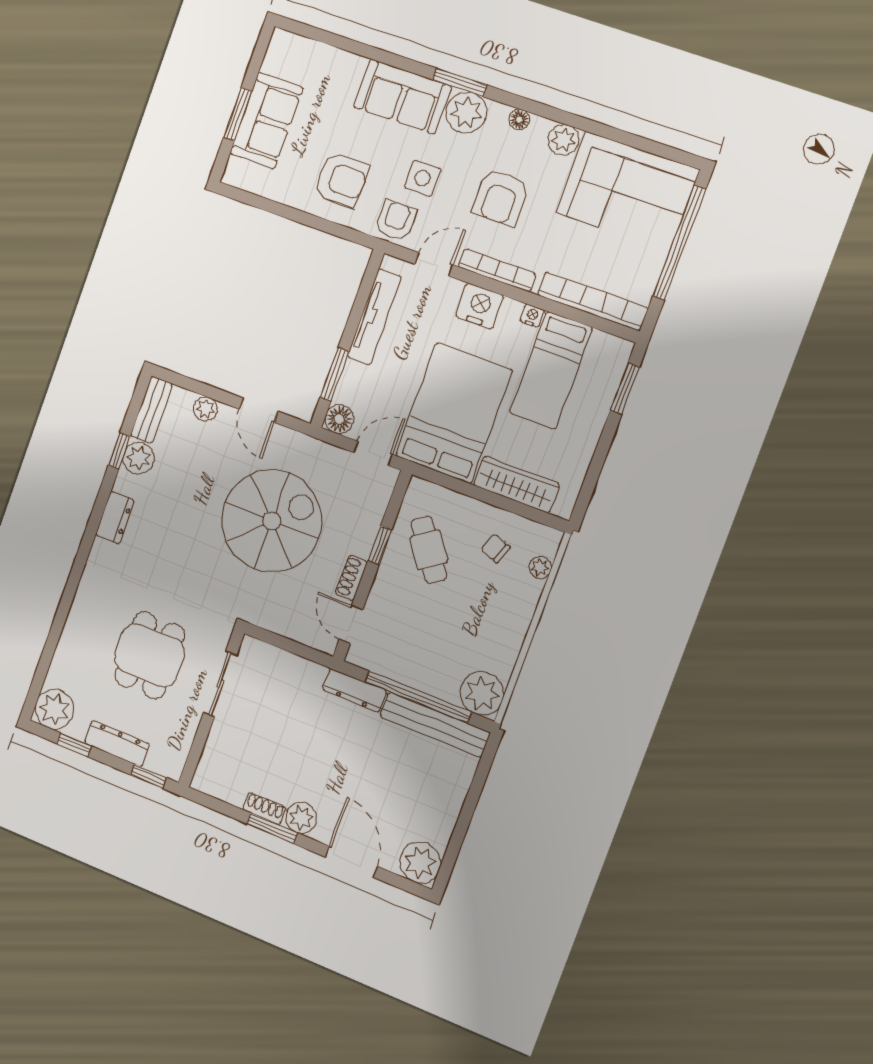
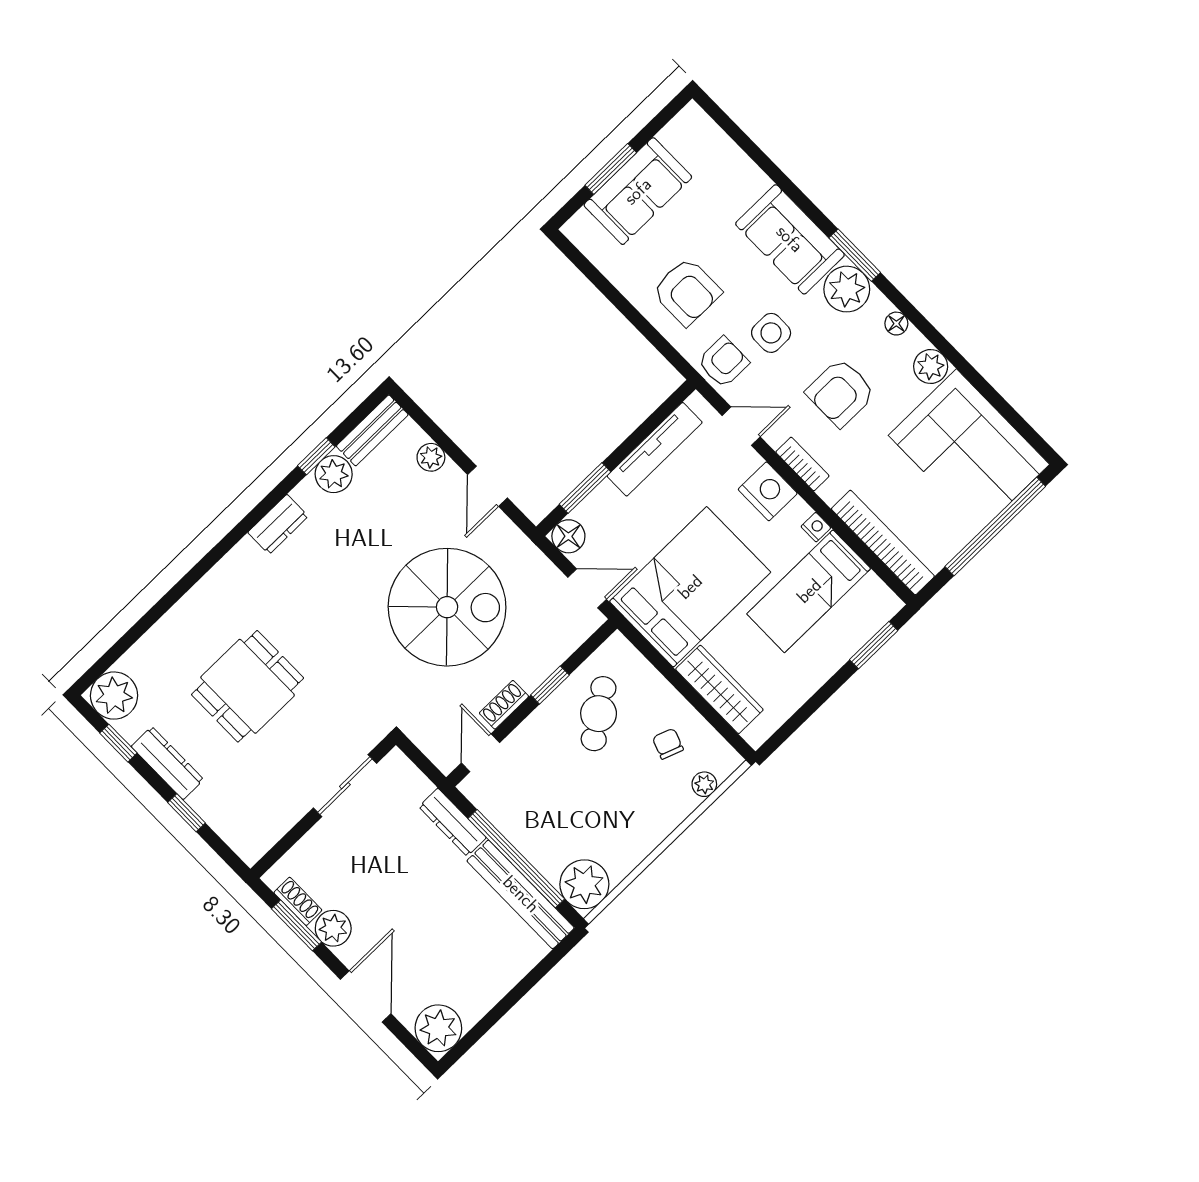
bookcase: (497, 270) -> (802, 464), width x0.64
sliding door: (220, 684) -> (345, 786), moved
wall: (211, 708) -> (323, 807), moved

